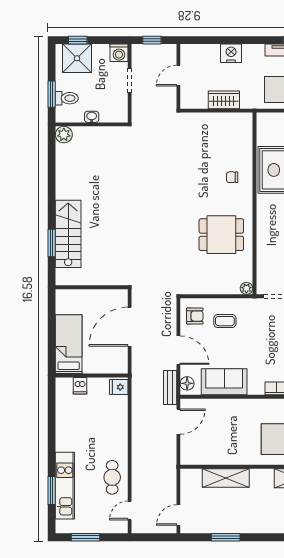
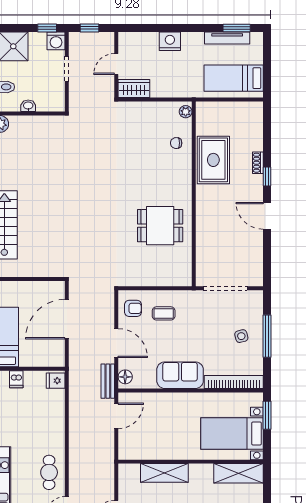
window: (78, 40) -> (47, 28), moved
wardrobe: (224, 100) -> (134, 89), moved
chair: (232, 177) -> (176, 143), moved
plant: (246, 288) -> (186, 112), moved
sofa: (224, 382) -> (180, 375), moved

